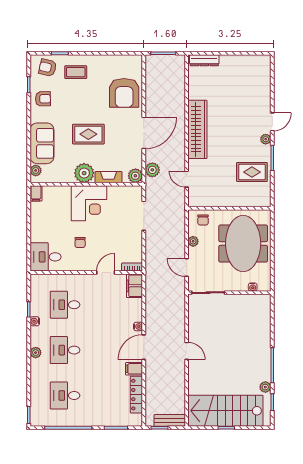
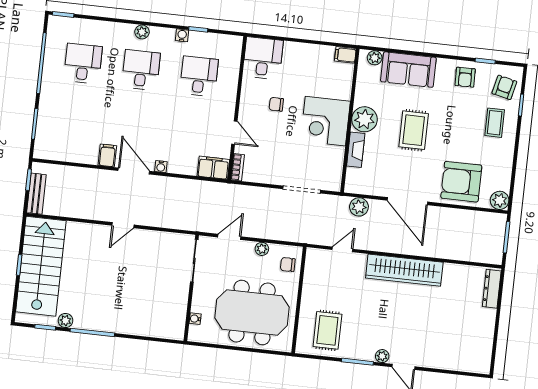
rug: (252, 172) -> (327, 330), moved
plant: (135, 176) -> (500, 200), moved
locker: (136, 395) -> (74, 155), removed

